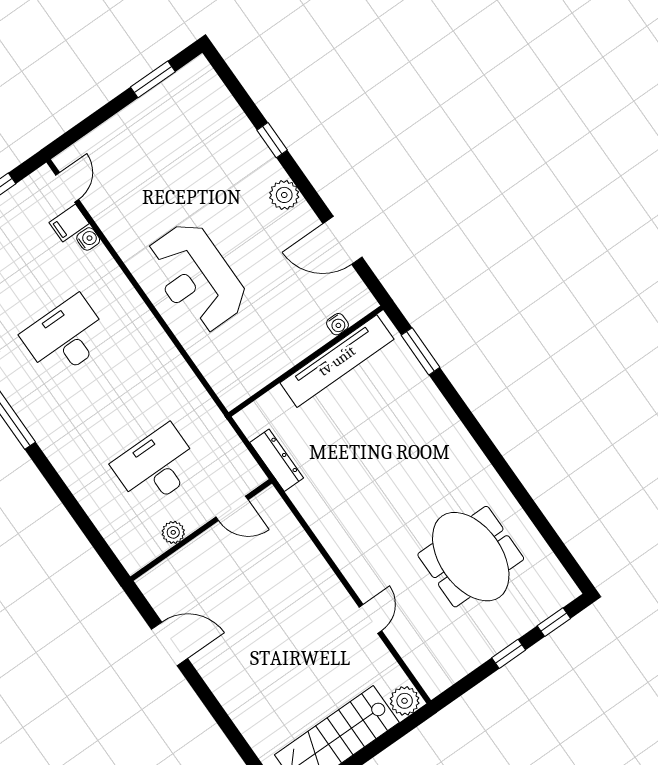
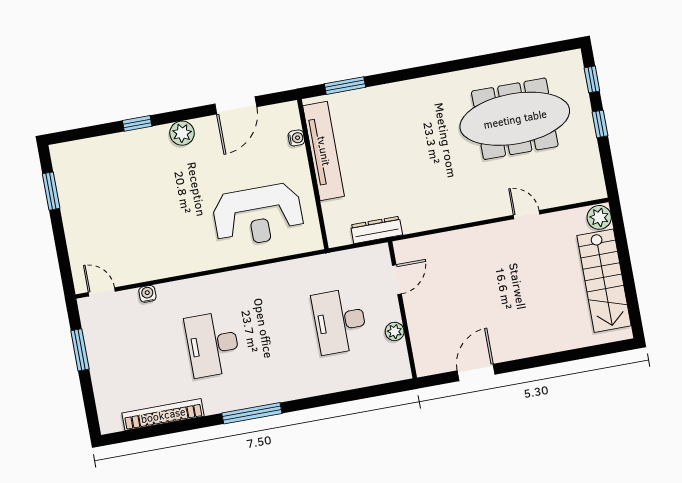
filing cabinet: (69, 223) -> (129, 303), removed
reception desk: (196, 277) -> (258, 215), moved
meeting table: (471, 557) -> (515, 119), width x1.36

